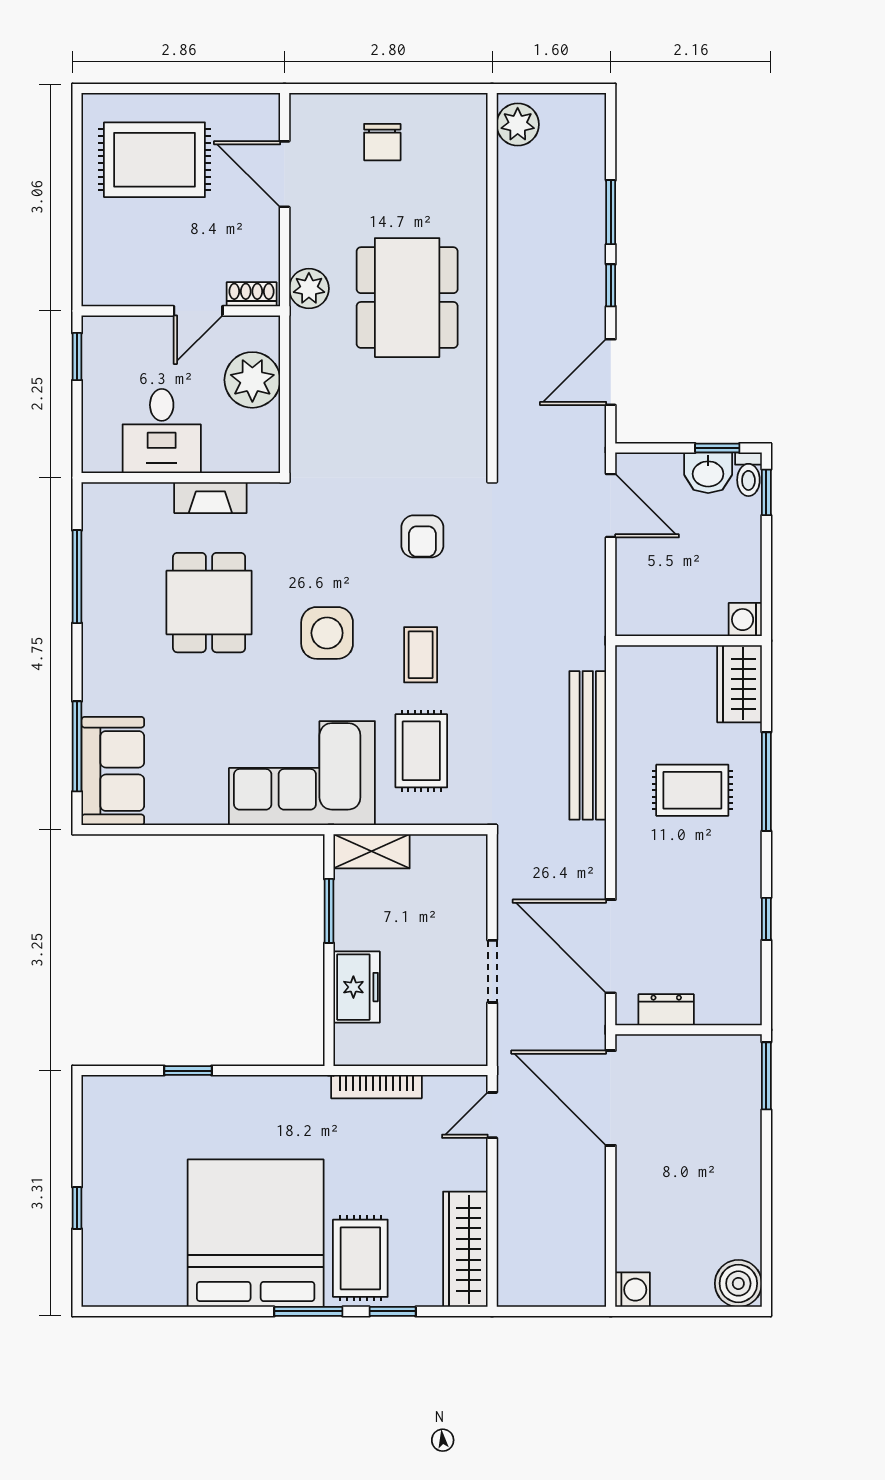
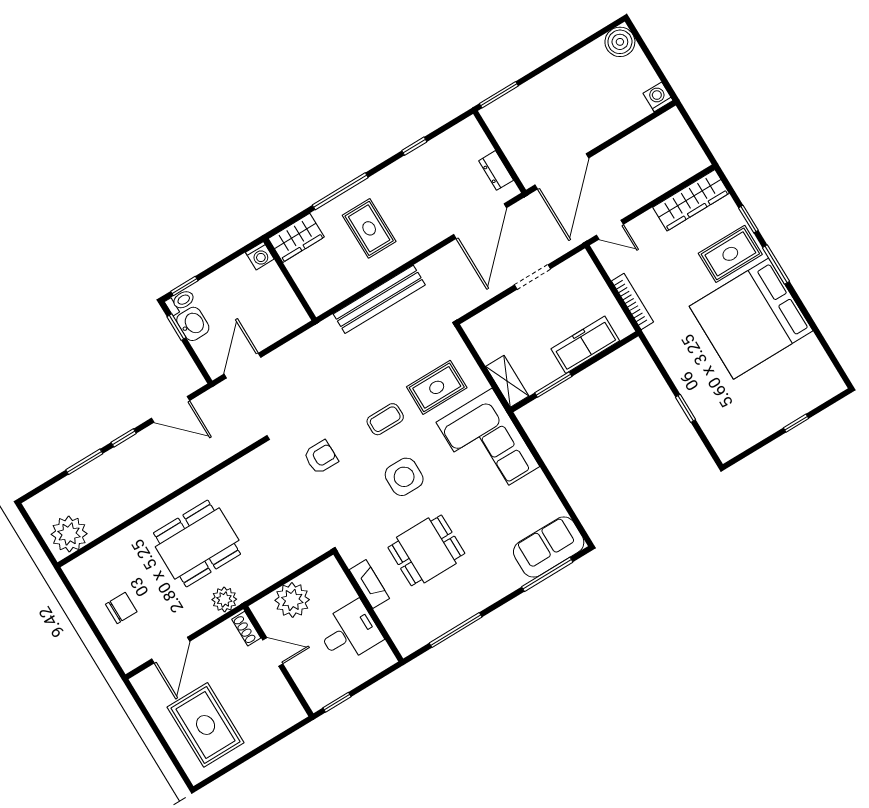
plant: (518, 124) -> (69, 534), width x1.36, depth x1.36
freezer: (357, 987) -> (585, 345), width x1.40

